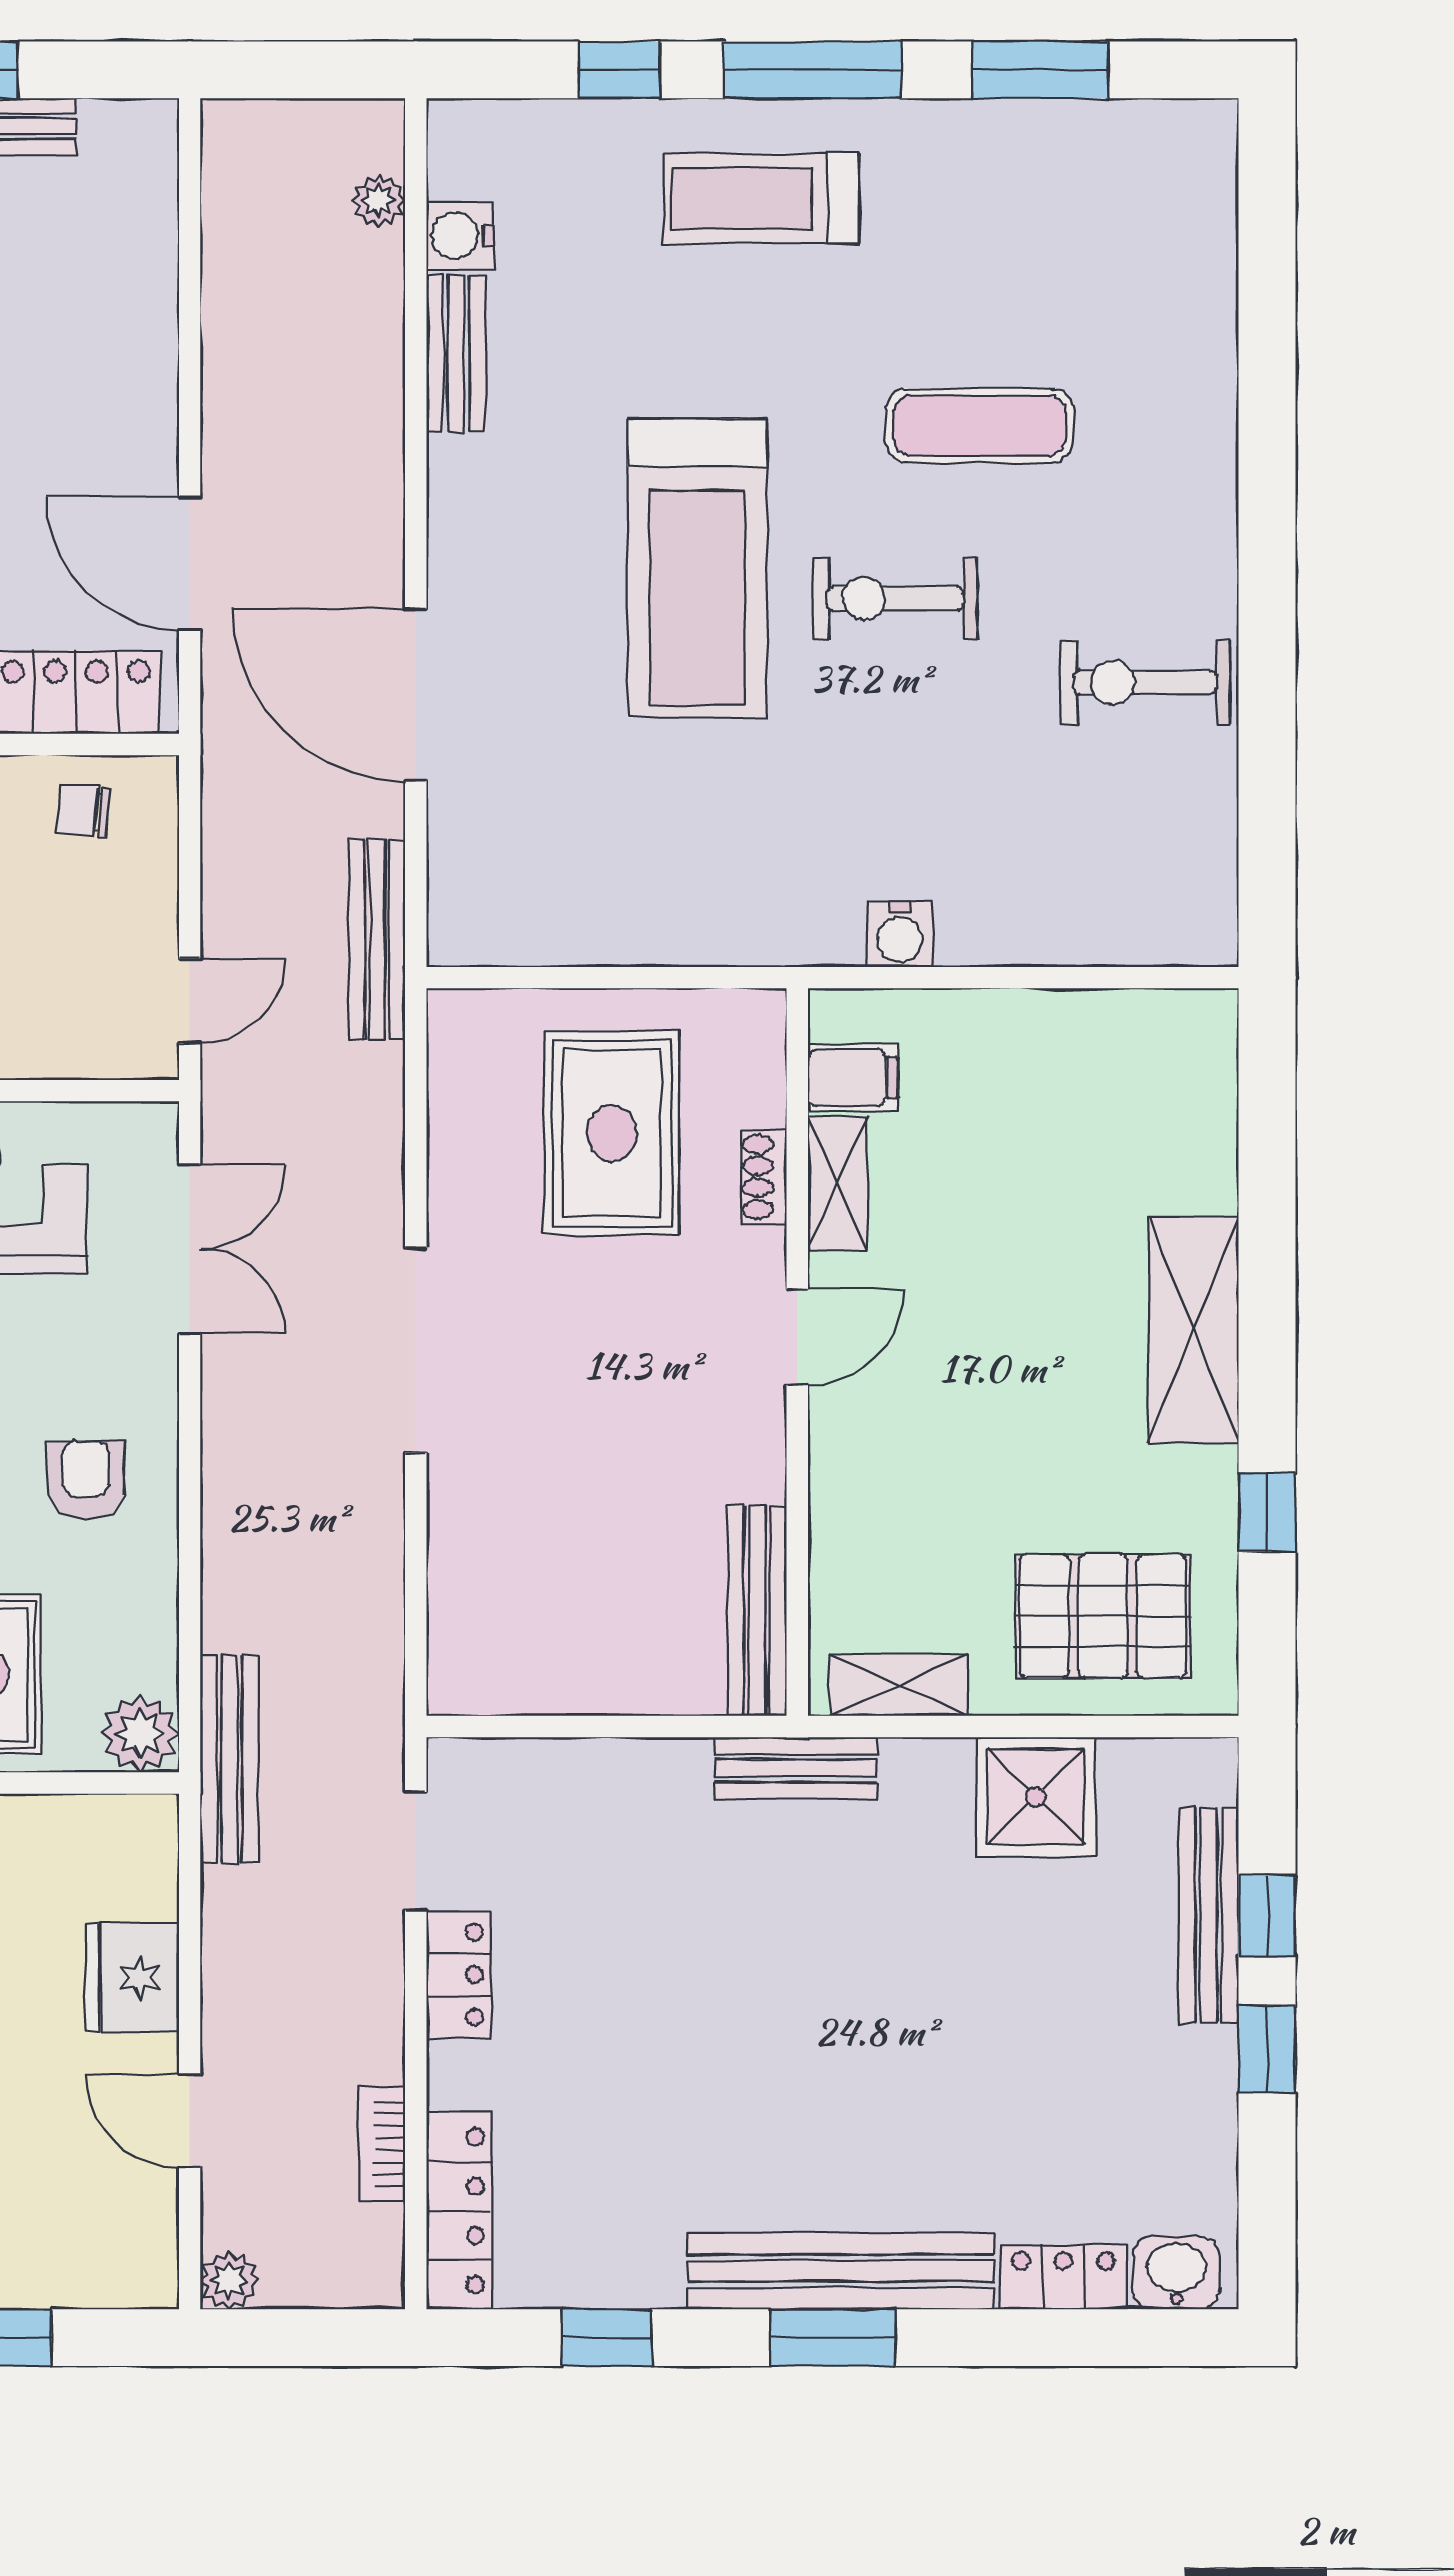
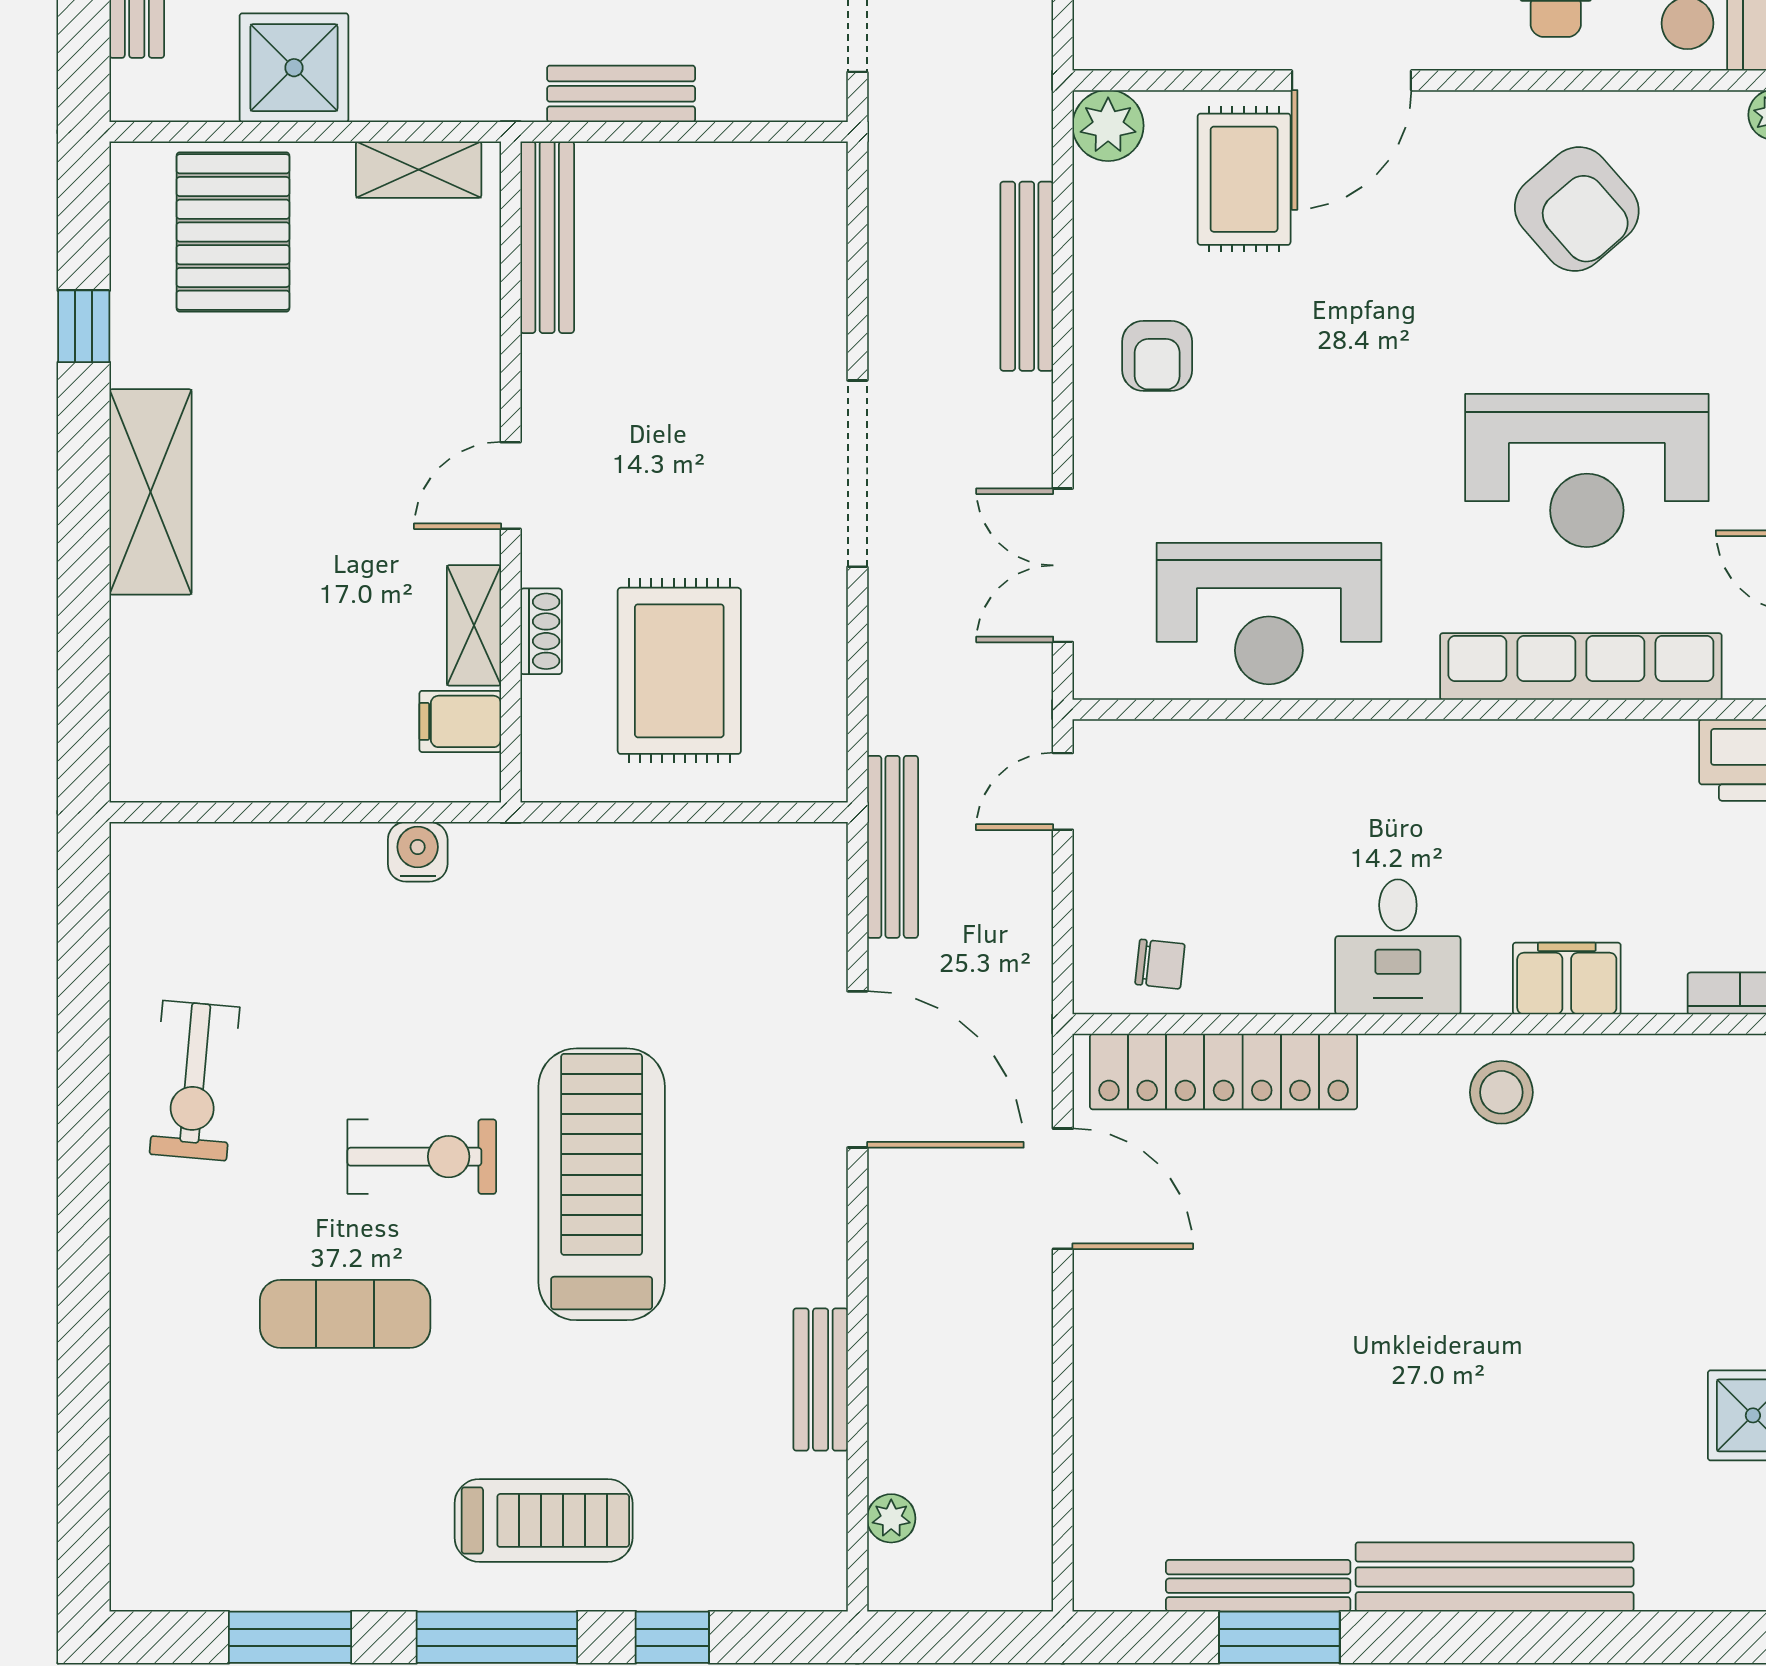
water cooler: (460, 236) -> (817, 1486), removed
exercise bike: (1145, 682) -> (195, 1081), turned 95
pallet: (1103, 1616) -> (233, 232), turned 90
bench: (229, 1759) -> (1027, 276), moved
bench: (796, 1768) -> (621, 94), moved

